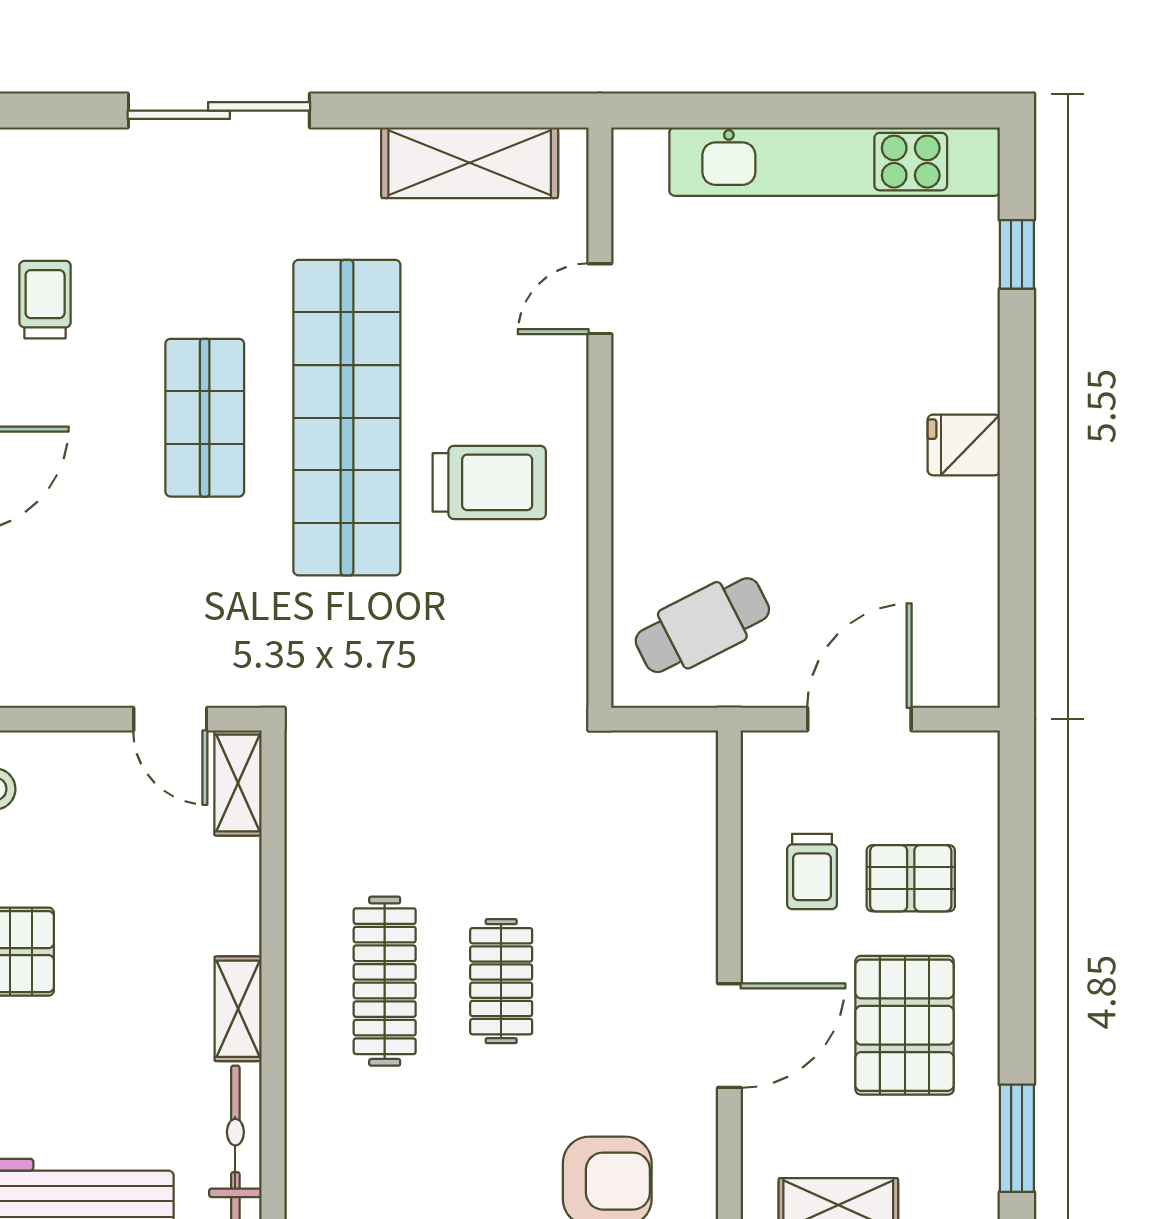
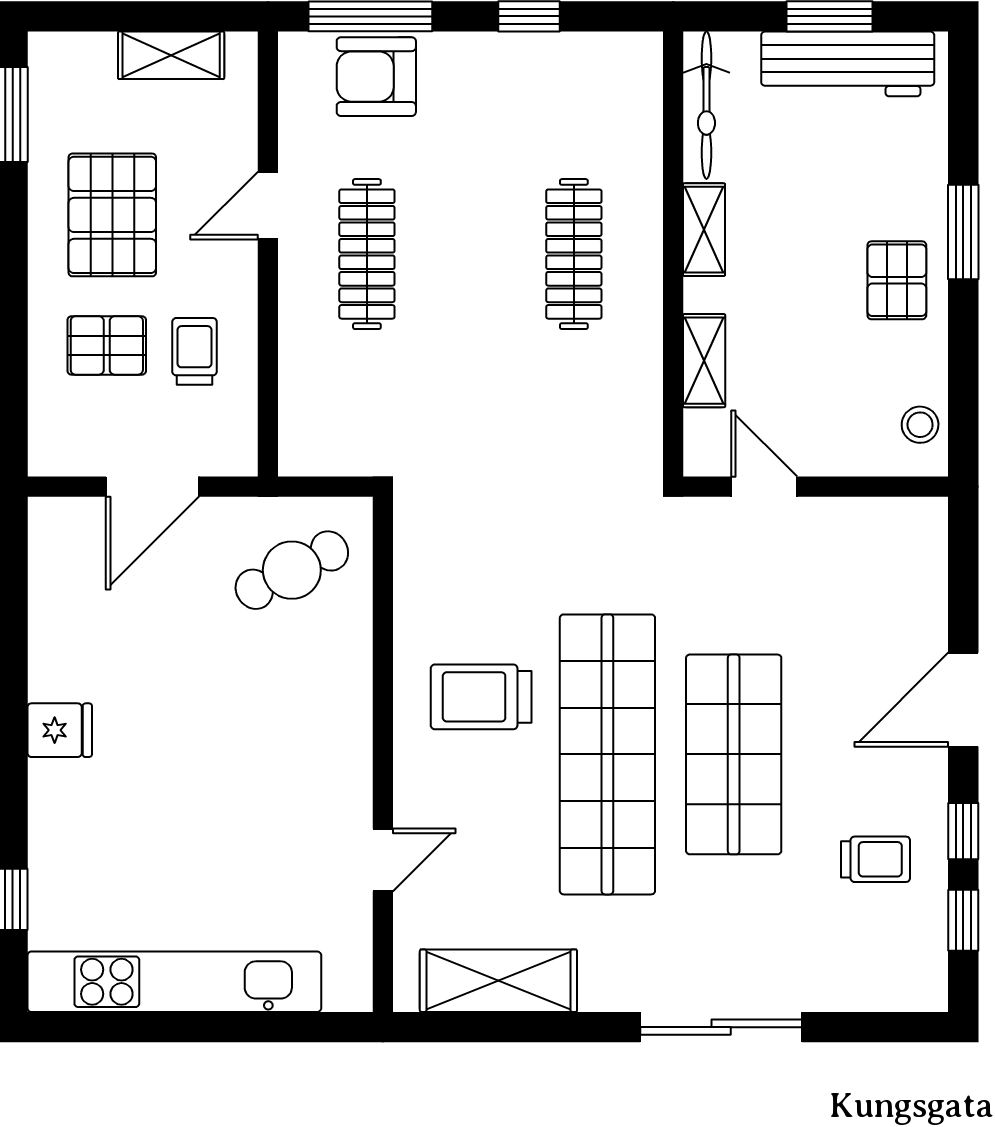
trolley: (45, 300) -> (875, 859), turned -90
shop shelf: (205, 418) -> (734, 754), width x1.43, depth x1.36
shelving: (238, 783) -> (704, 361), moved
clothes rail: (501, 981) -> (367, 254), moved, width x1.36
door: (729, 1036) -> (268, 206), width x0.73

